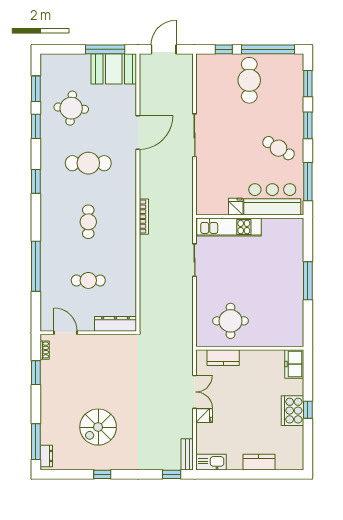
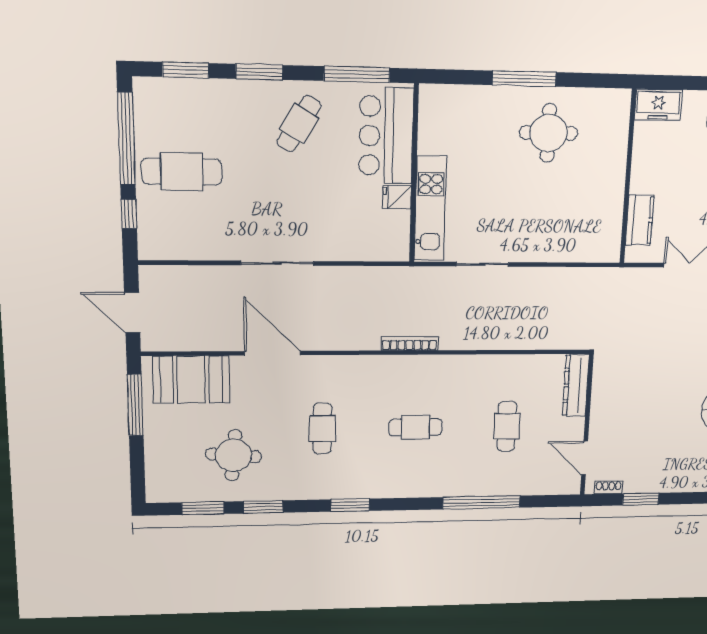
booth: (114, 69) -> (191, 380), moved, turned 90
cafe table: (88, 163) -> (322, 428), width x0.73, depth x0.74
round table: (231, 321) -> (548, 133), moved
door: (66, 333) -> (585, 458), hinge flipped

